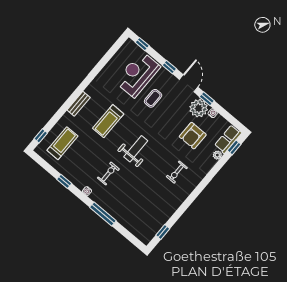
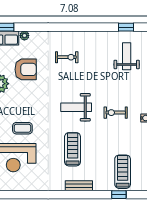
treadmill: (108, 121) -> (73, 149), turned -90
window: (41, 136) -> (119, 195), moved
treadmill: (62, 143) -> (123, 172), turned 90
weight bench: (142, 215) -> (127, 56), added

